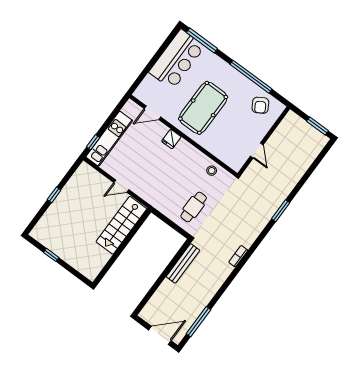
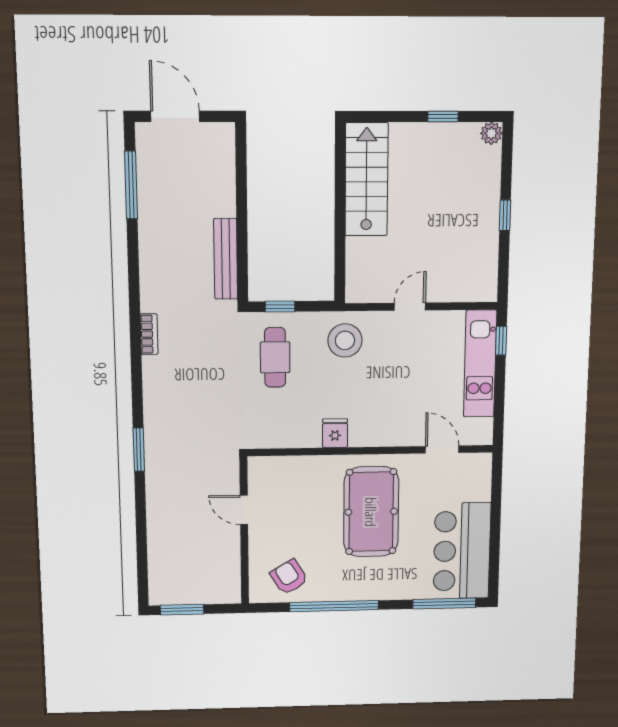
door: (152, 113) -> (442, 450), hinge flipped
fridge: (171, 139) -> (335, 433), moved
stool: (212, 171) -> (345, 340), moved, width x1.89, depth x1.89
stairs: (121, 225) -> (366, 180), moved
window: (175, 227) -> (280, 306), added
plant: (36, 233) -> (491, 133), added
door: (160, 335) -> (175, 116), swing flipped

